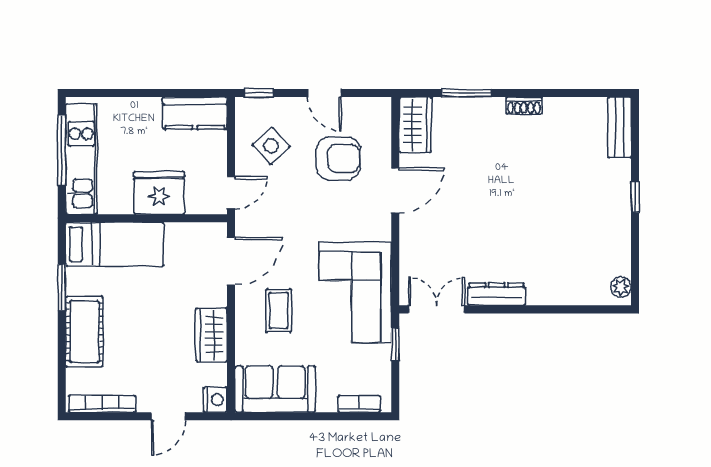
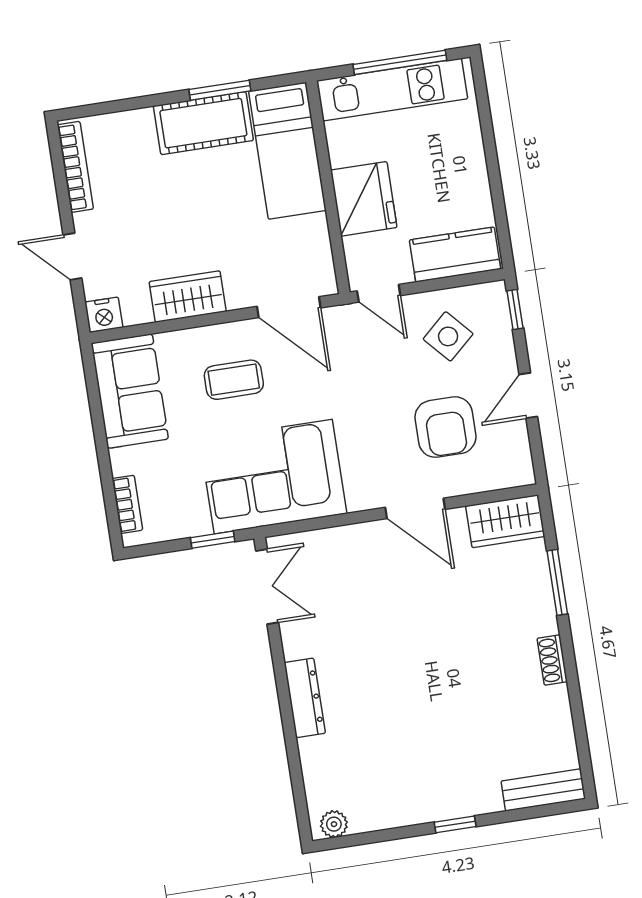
kitchen counter: (195, 113) -> (455, 254), moved, turned 90
dresser: (497, 294) -> (305, 698), moved
cot: (84, 332) -> (203, 123), moved

